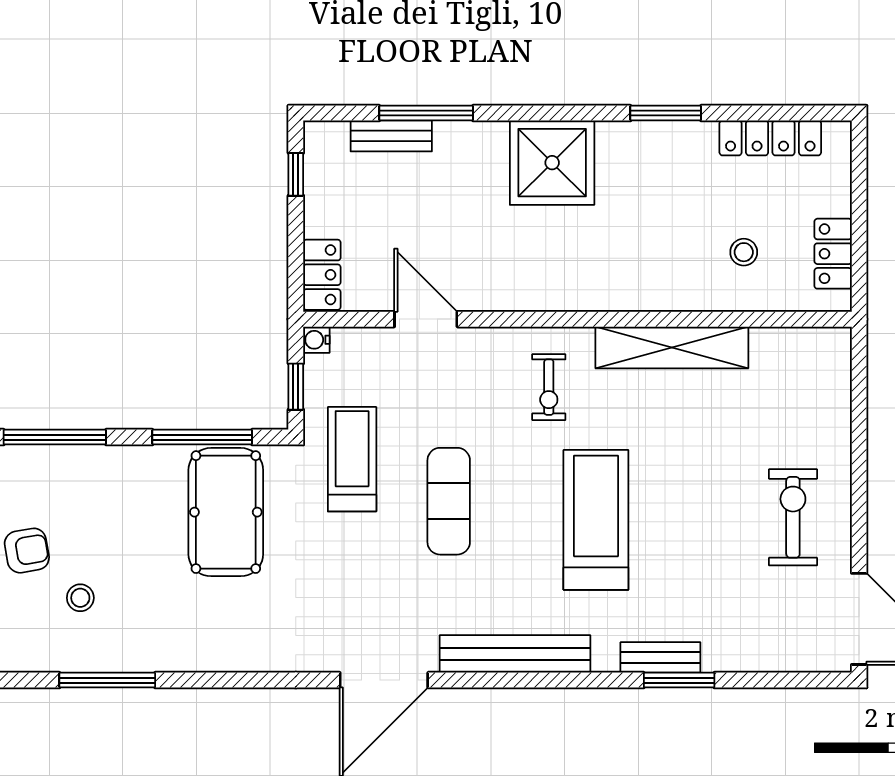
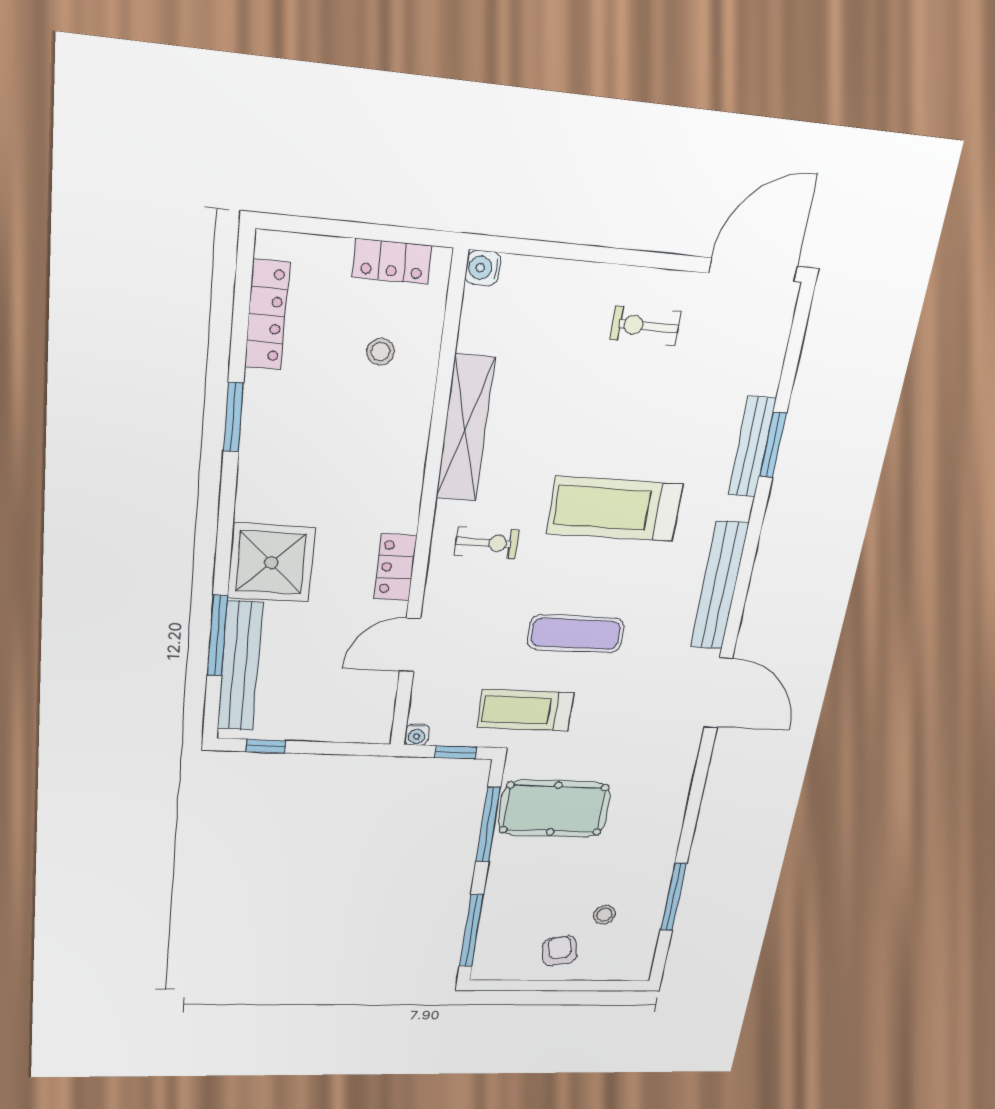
bench: (391, 136) -> (240, 666), width x1.86, depth x1.21
shower: (552, 163) -> (271, 563), moved
locker: (322, 275) -> (395, 567), moved, turned -90
water cooler: (835, 343) -> (483, 268), added
exercise bike: (793, 517) -> (645, 326), width x0.73, depth x0.72
bench: (660, 657) -> (752, 447), width x1.36

